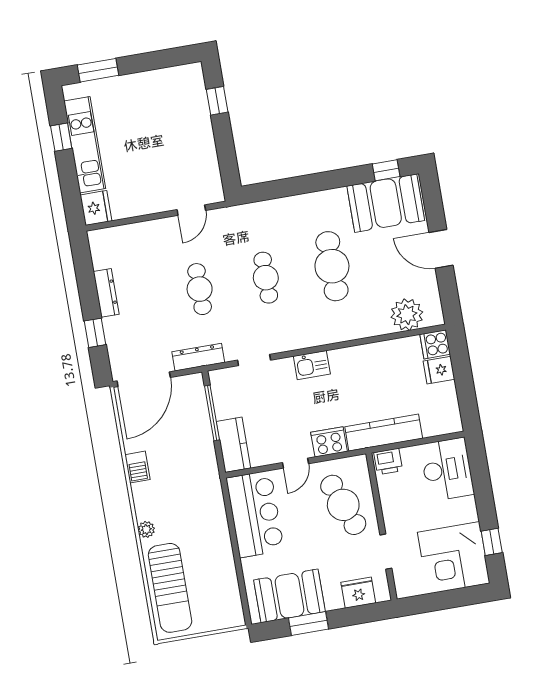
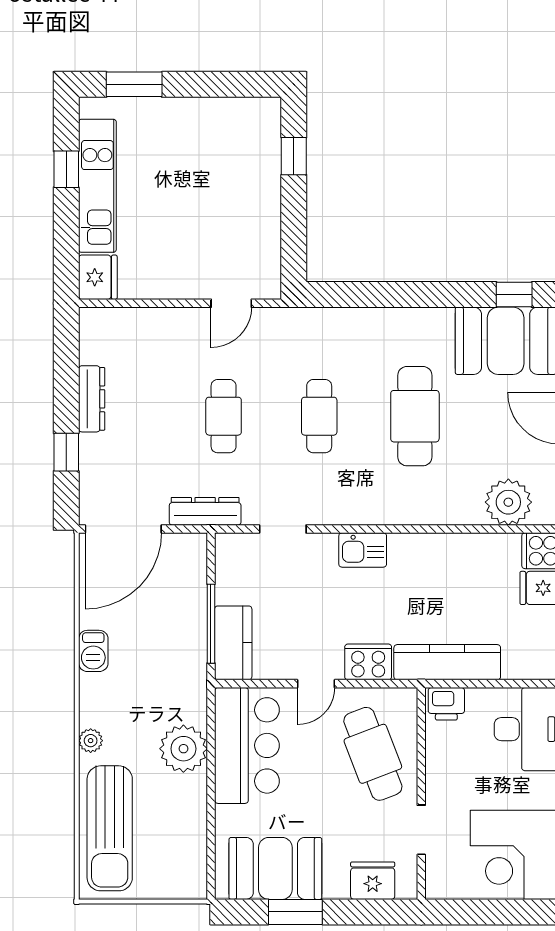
window: (212, 413) -> (211, 624), moved
plant: (212, 524) -> (183, 749), added

